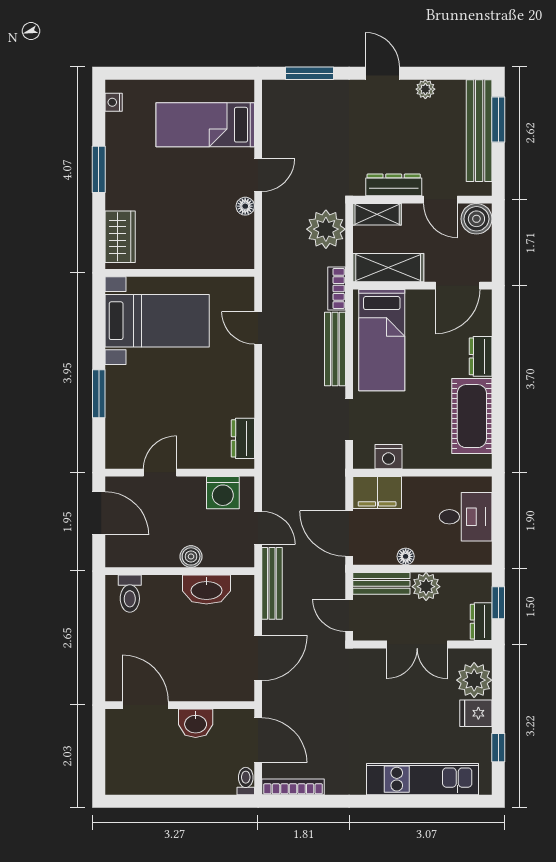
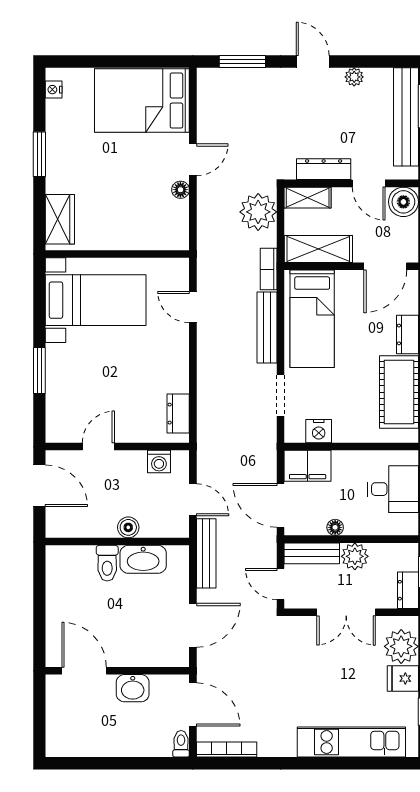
bed: (205, 125) -> (142, 101), width x1.50
washing machine: (223, 493) -> (159, 462), width x0.73, depth x0.73
toilet: (130, 594) -> (107, 563), moved

